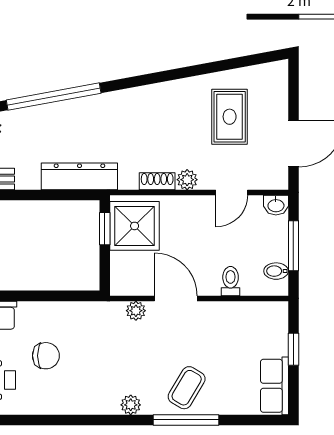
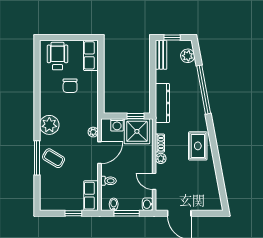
rug: (230, 117) -> (198, 146), moved, turned 90
washing machine: (122, 265) -> (117, 125), added
row of seats: (274, 386) -> (91, 196), moved, turned -90
plant: (131, 405) -> (49, 125), width x1.87, depth x1.87

